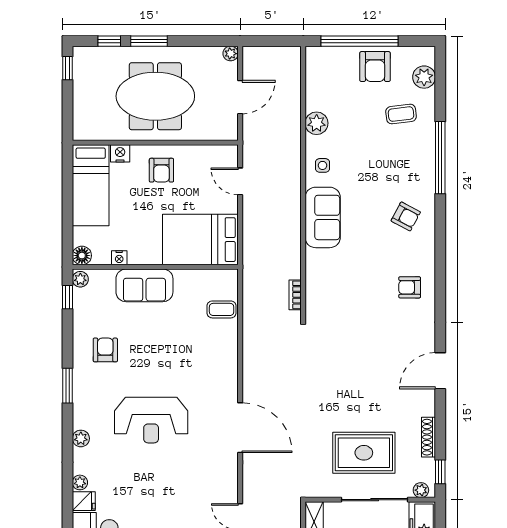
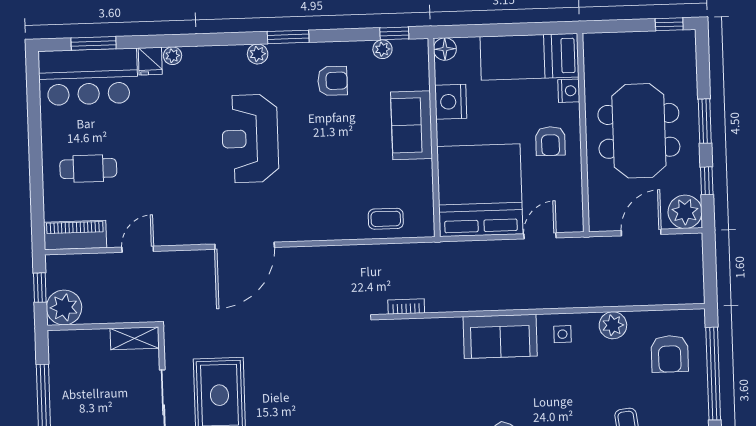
window: (109, 41) -> (707, 181), moved
plant: (231, 54) -> (685, 212), width x1.88, depth x1.88
armchair: (375, 67) -> (670, 354), moved, turned -90
door: (240, 97) -> (641, 232), swing flipped
armchair: (161, 170) -> (550, 141), turned -90
bed: (200, 240) -> (480, 190), width x1.36
nightstand: (119, 258) -> (451, 102), width x1.89, depth x1.79
plant: (80, 279) -> (382, 49), moved
coffee table: (222, 309) -> (386, 219), turned 90
plant: (81, 438) -> (258, 54), moved

